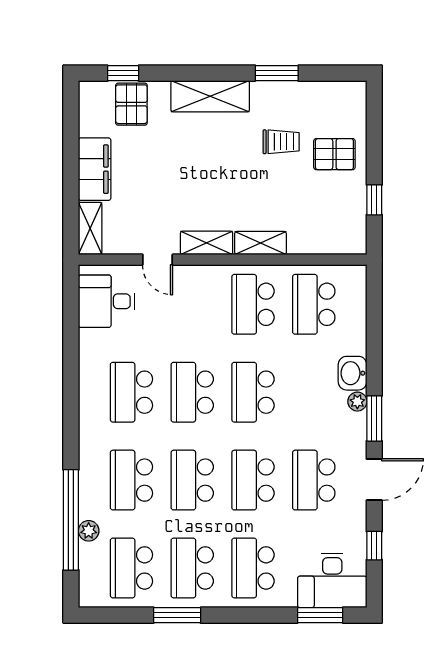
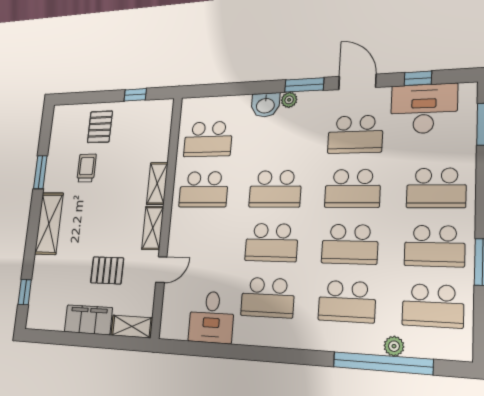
pallet: (131, 104) -> (107, 270), moved
desk: (107, 301) -> (211, 317), moved
desk: (332, 581) -> (424, 109), moved, turned -90

